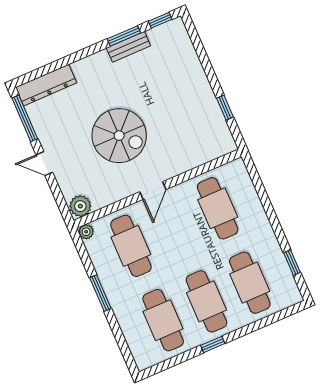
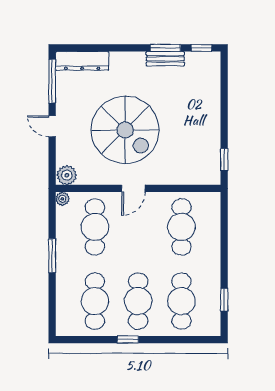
window: (225, 108) -> (224, 160), moved
spiral stairs: (119, 136) -> (125, 130), width x1.37, depth x1.37

